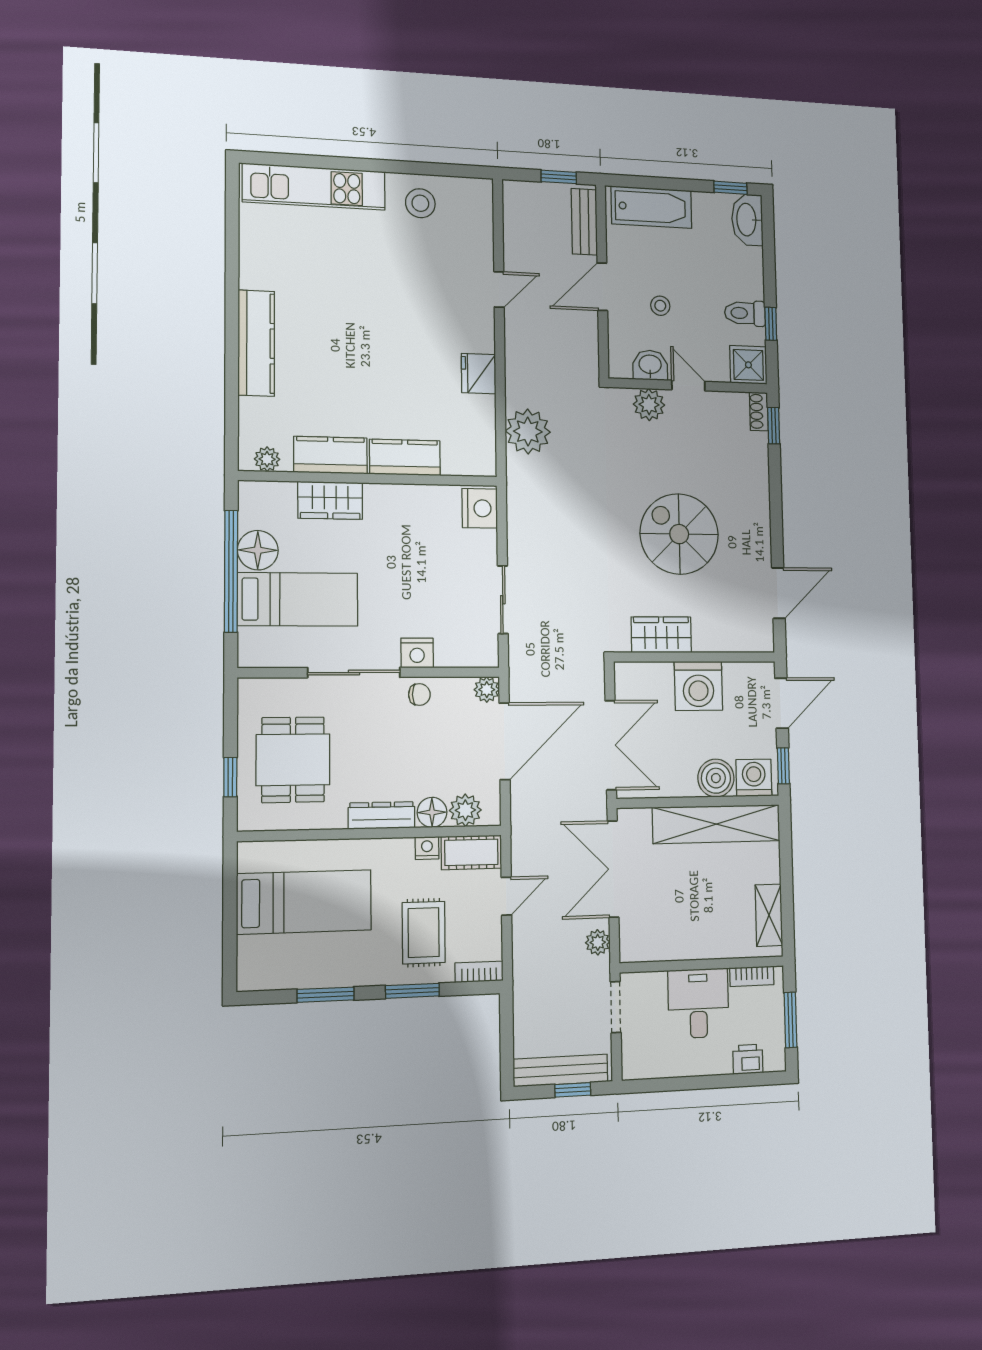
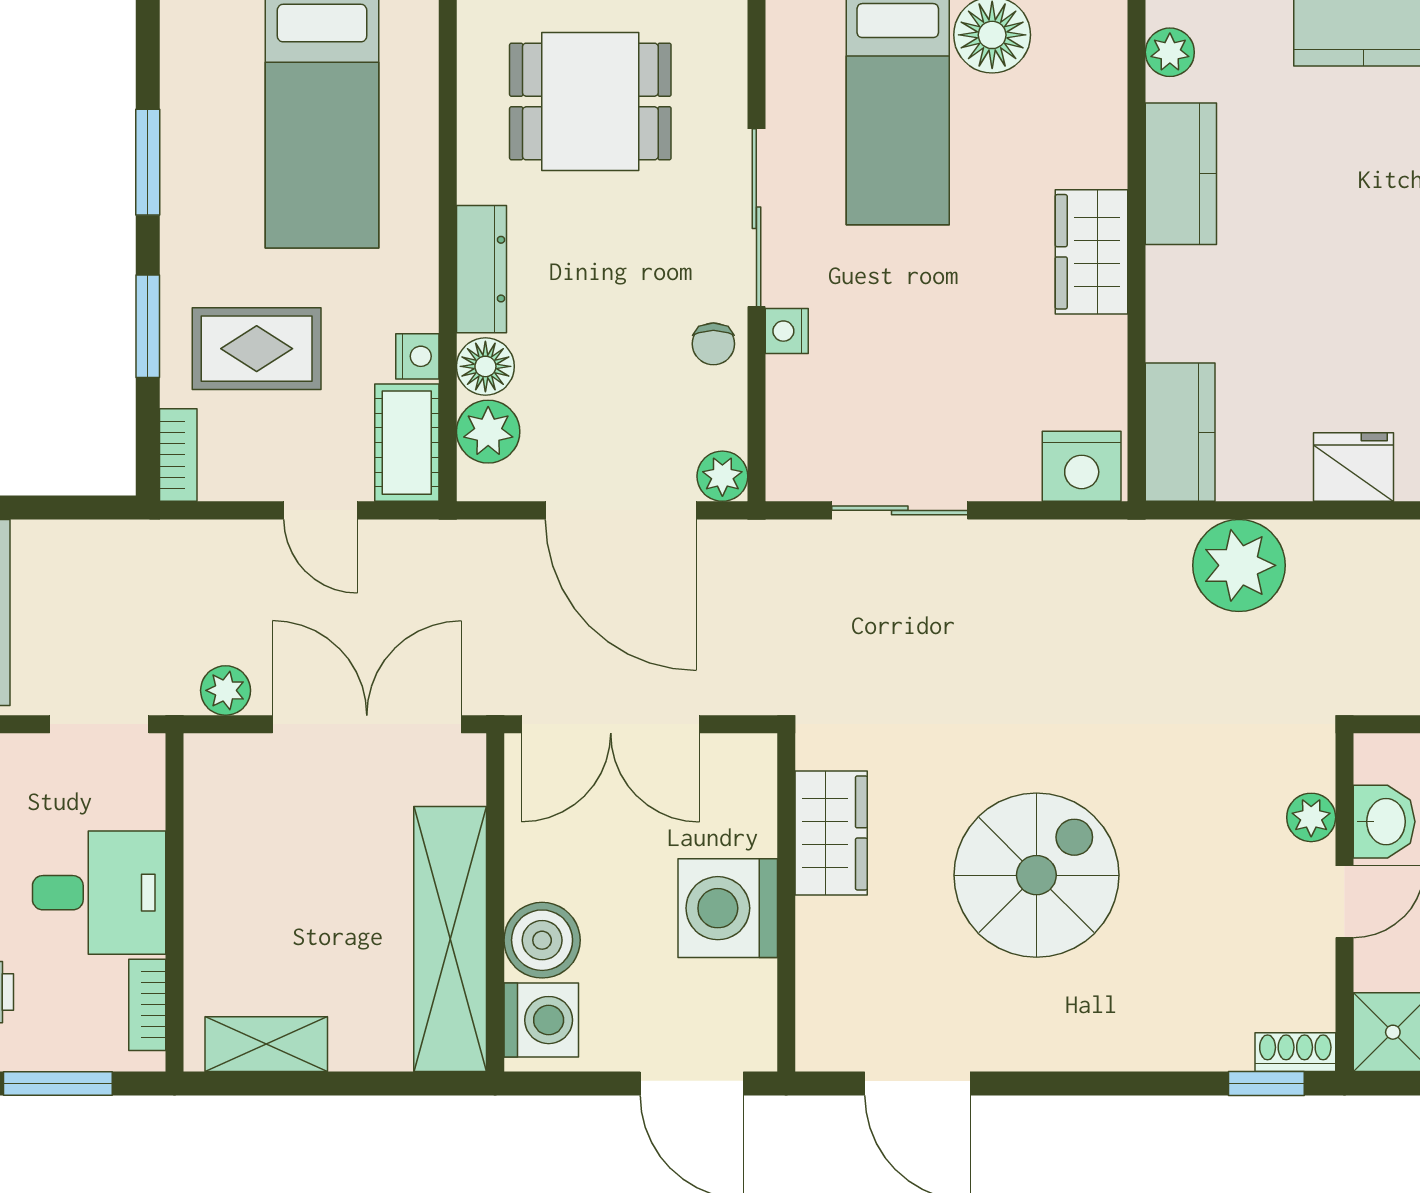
plant: (649, 405) -> (1311, 817), width x0.73, depth x0.73
kitchen counter: (405, 457) -> (1180, 432), moved
wardrobe: (330, 500) -> (1092, 252), moved
nightstand: (417, 653) -> (787, 331), width x0.72, depth x0.74
window: (783, 766) -> (564, 1083), removed

